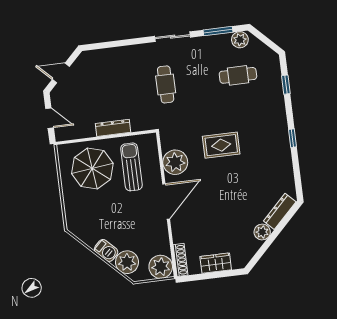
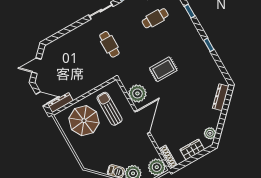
dresser: (113, 128) -> (60, 103), moved
plant: (262, 232) -> (210, 133), moved

